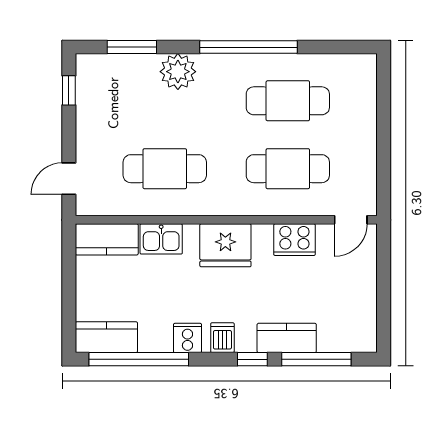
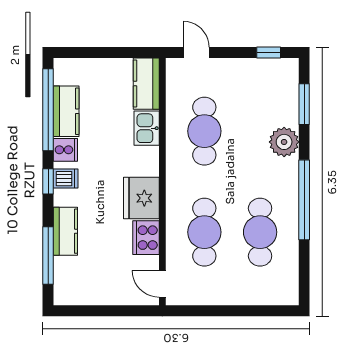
fridge: (225, 245) -> (141, 198), moved
kitchen counter: (106, 337) -> (66, 111), moved
window: (252, 359) -> (48, 181), moved

